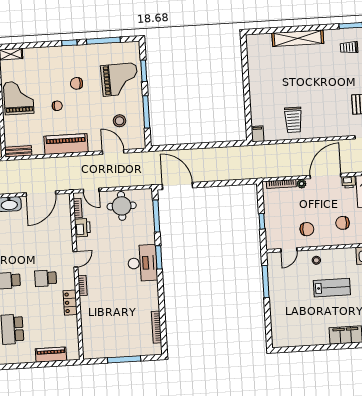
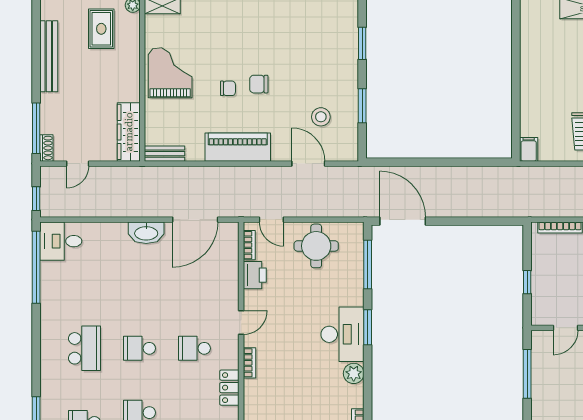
grand piano: (120, 79) -> (325, 54), removed
chair: (77, 83) -> (259, 84), moved
window: (146, 112) -> (362, 106), width x0.69
plant: (151, 288) -> (354, 373), added

